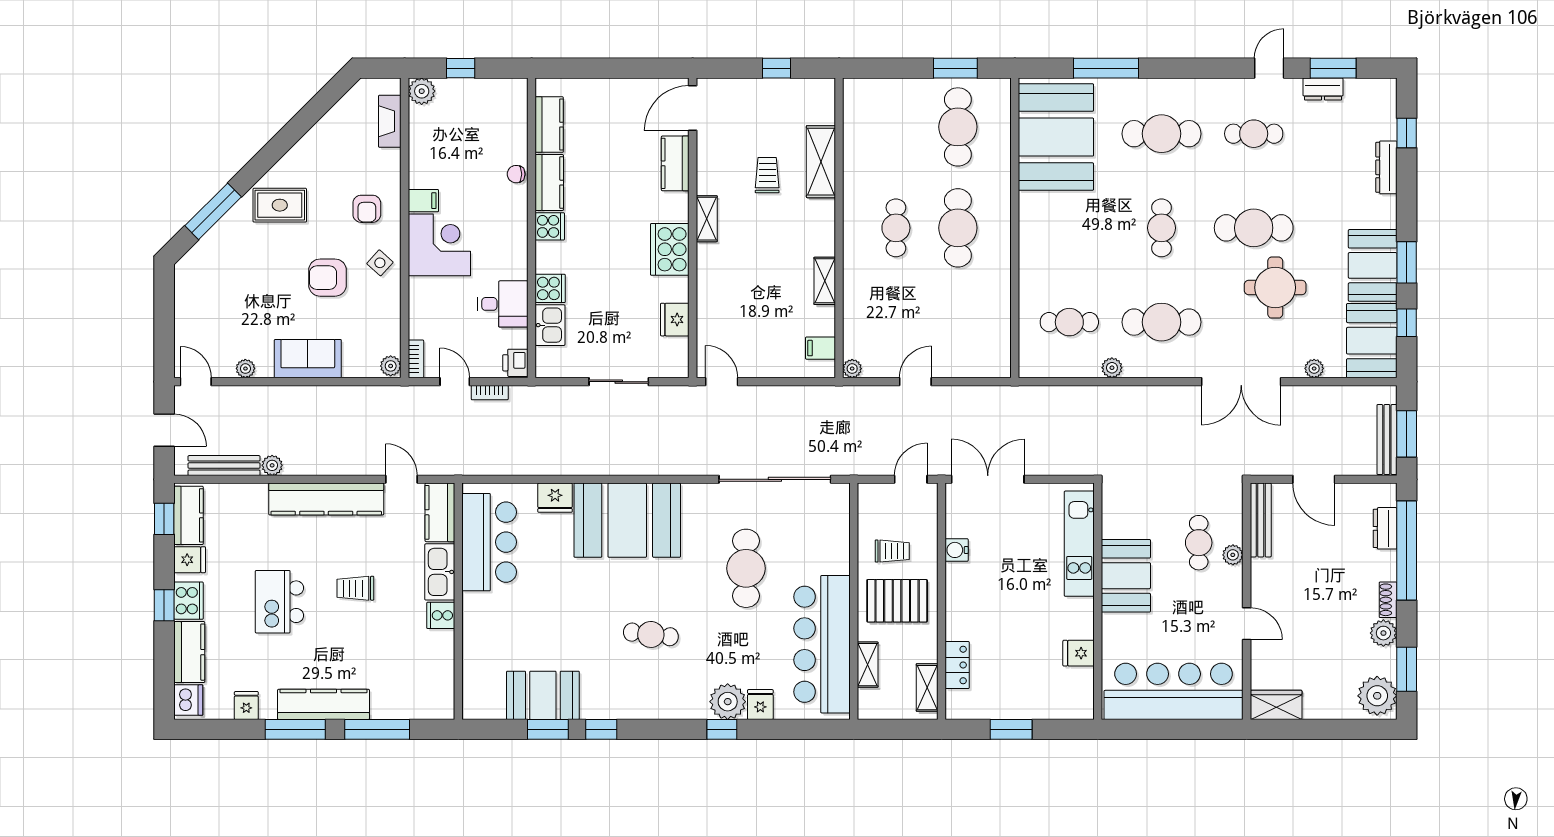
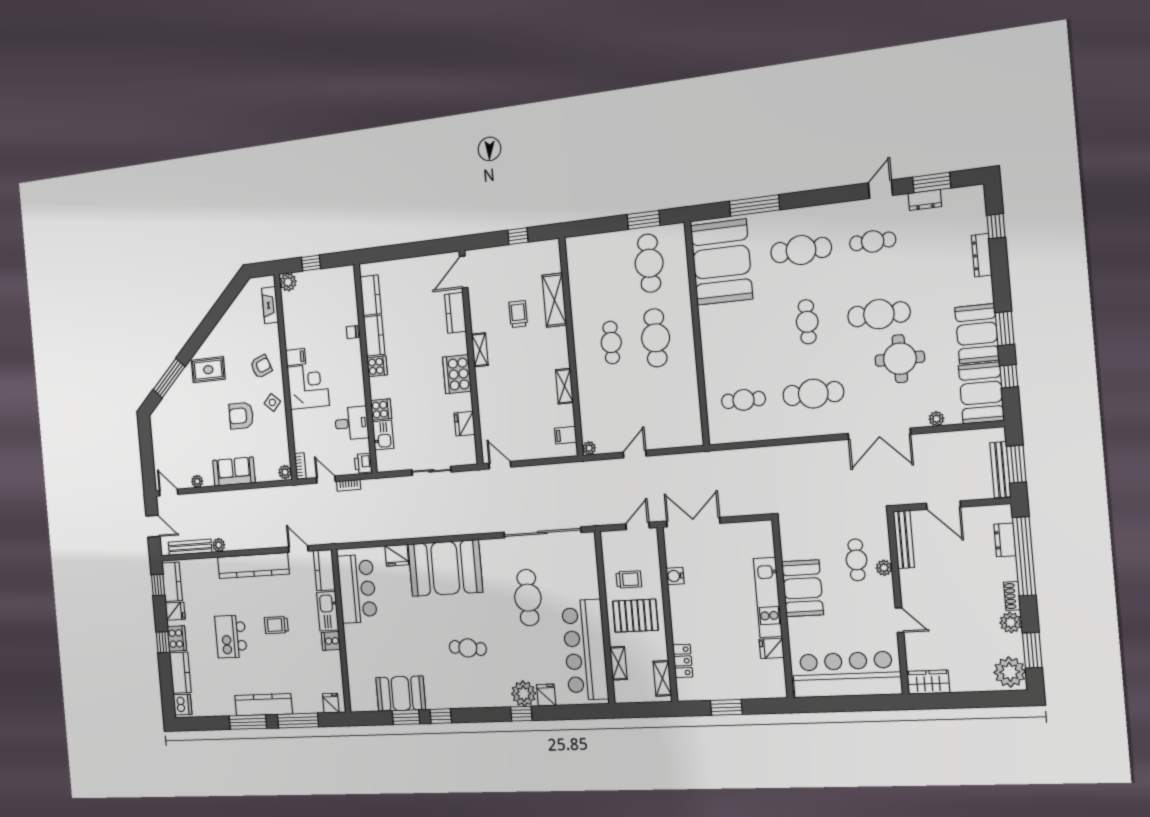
armchair: (367, 209) -> (261, 366), turned -111
plant: (1112, 368) -> (778, 432), removed
kitchen unit: (1079, 544) -> (768, 597), moved
fridge: (246, 706) -> (331, 703), moved

